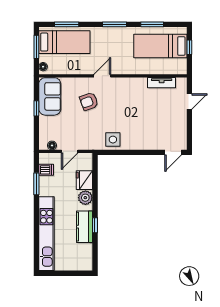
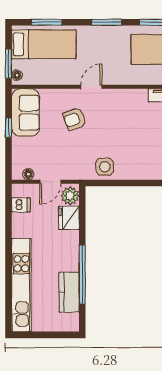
window: (36, 47) -> (9, 64), moved
window: (36, 184) -> (9, 222), removed
plant: (85, 198) -> (70, 196), moved
window: (95, 225) -> (82, 275), width x3.17
kitchen counter: (85, 227) -> (69, 292), moved

